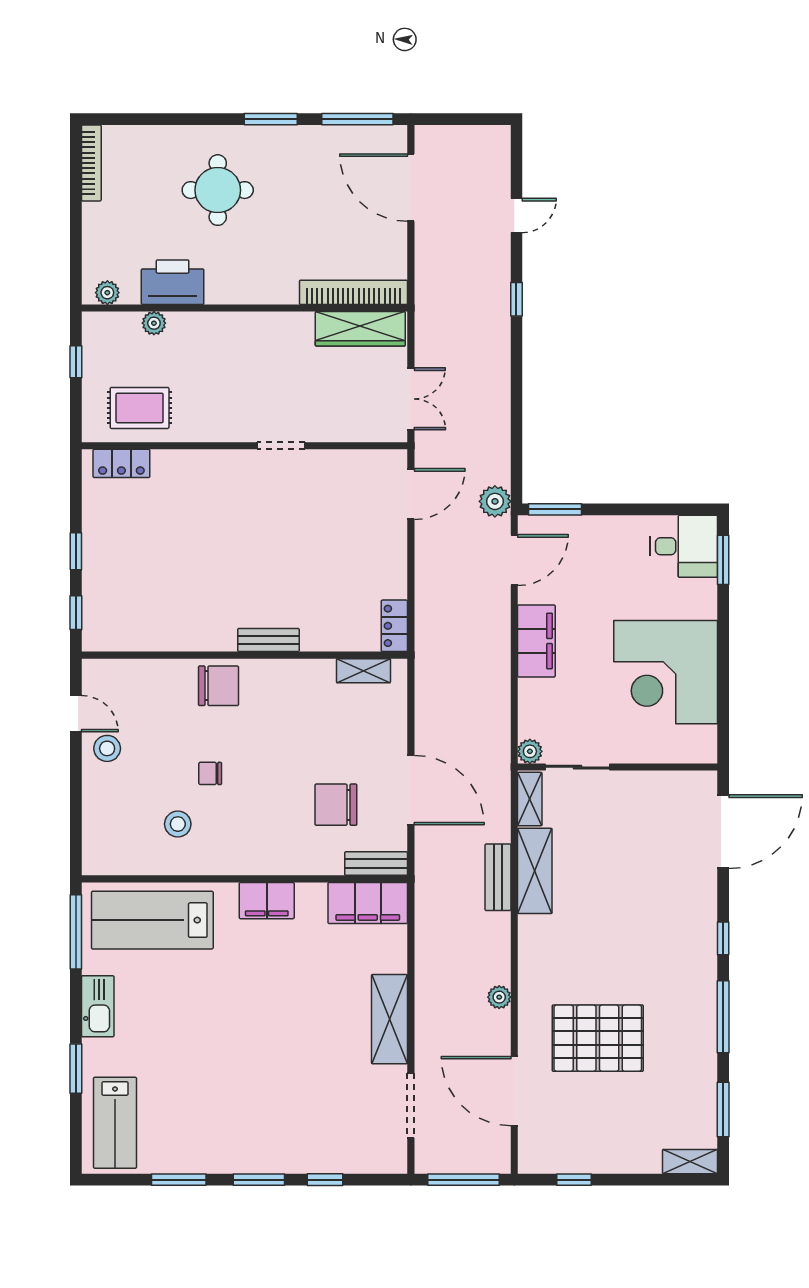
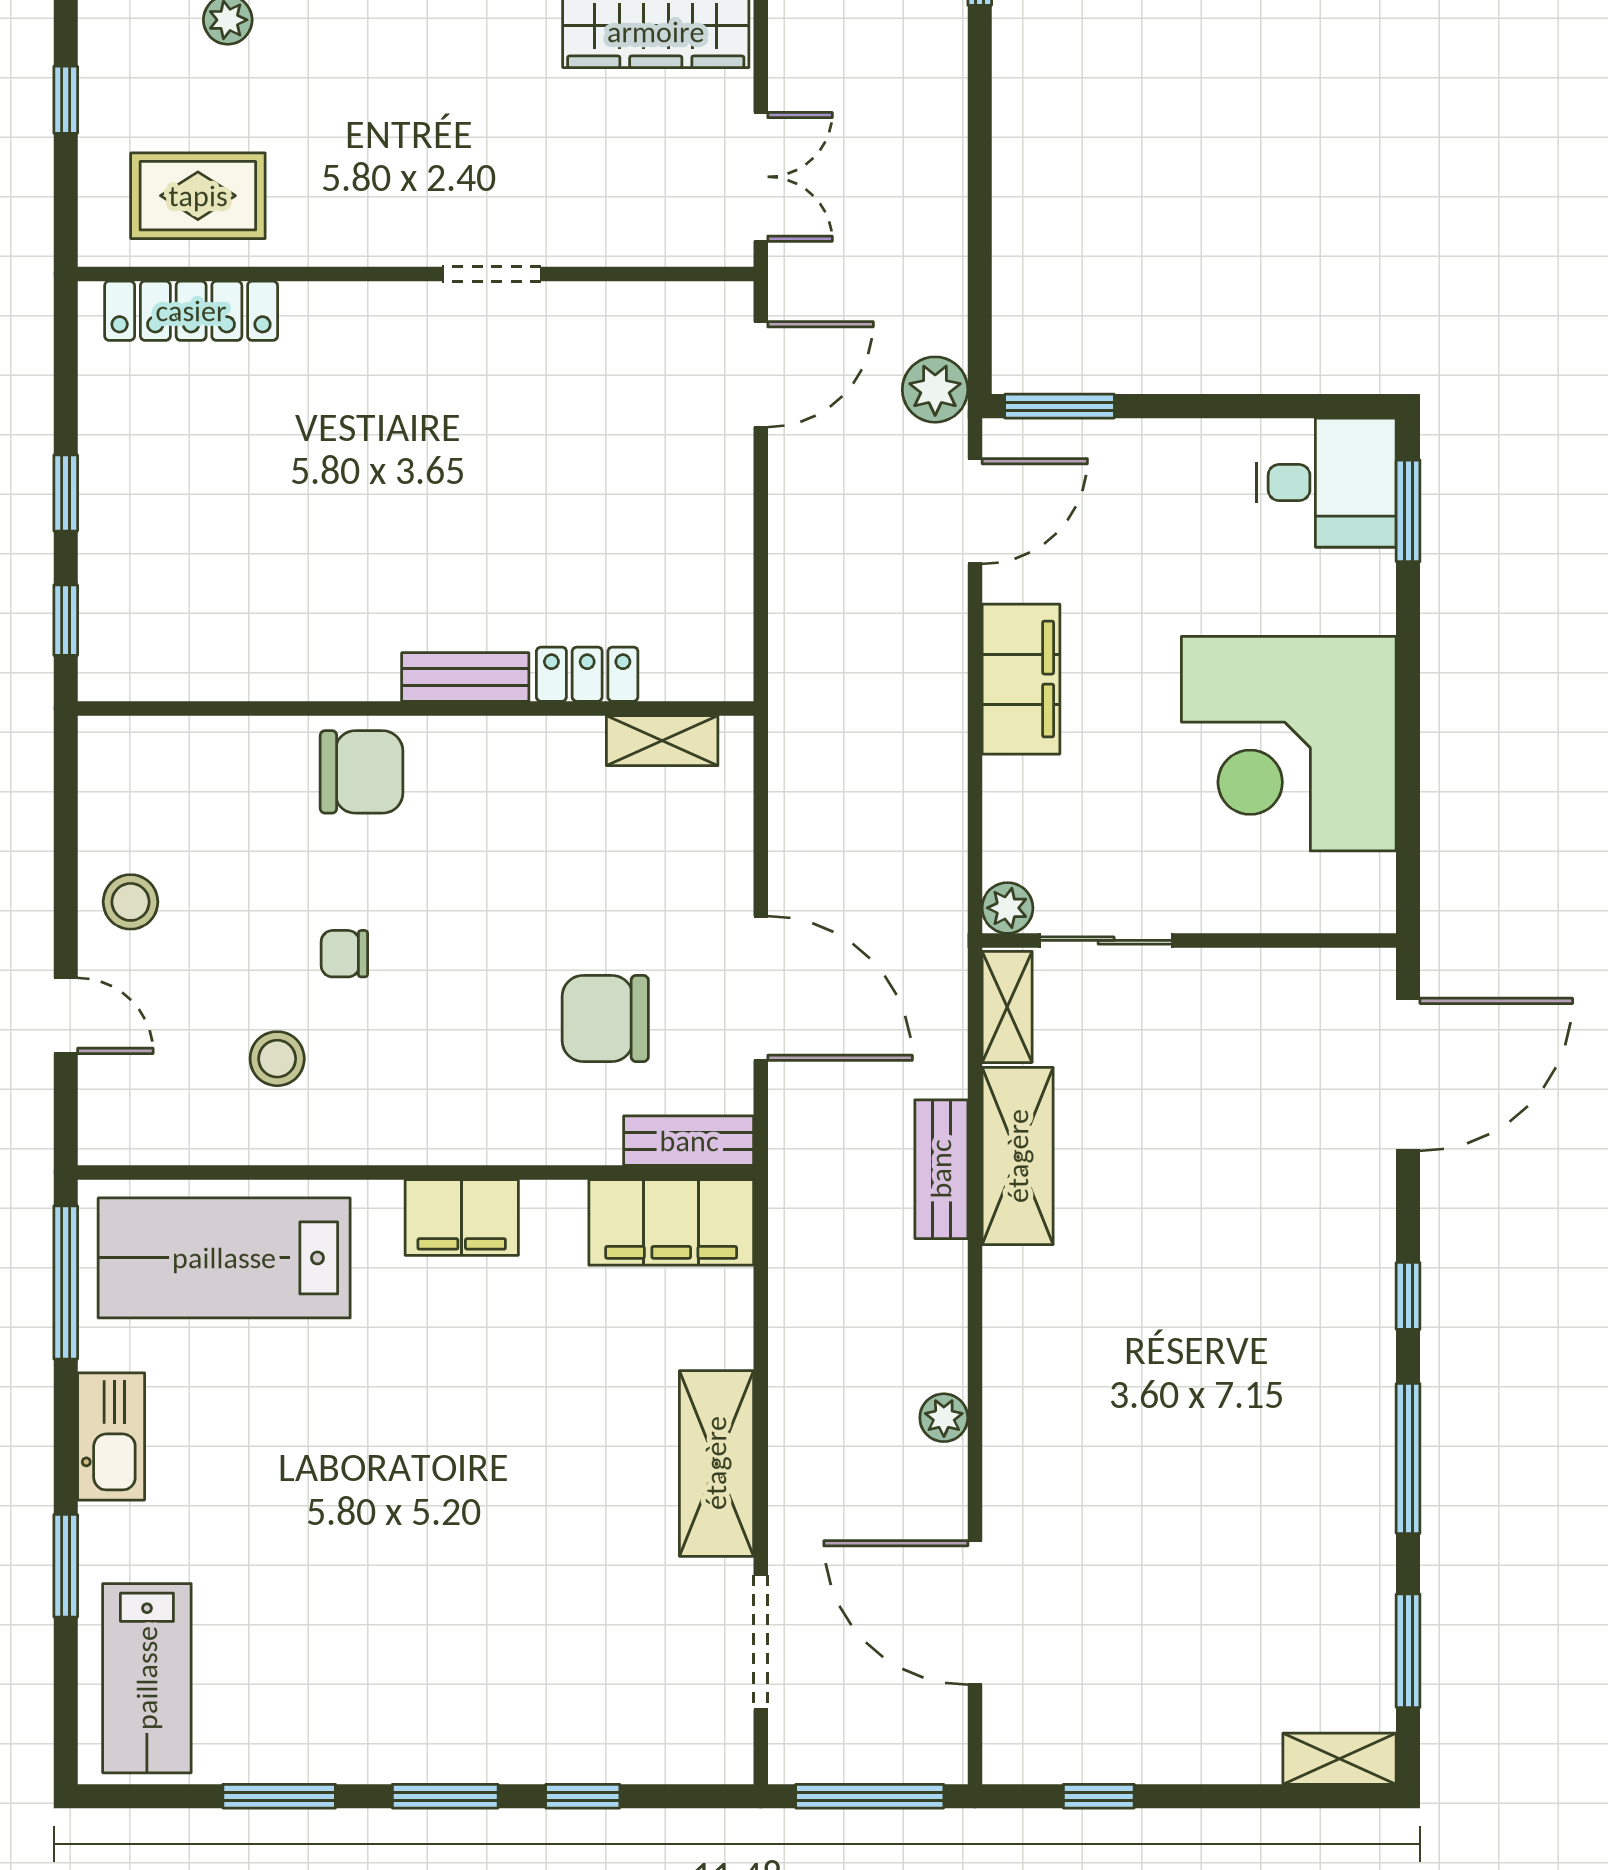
locker: (121, 463) -> (191, 311), width x1.53
locker: (394, 626) -> (587, 674), moved, turned 90
door: (76, 714) -> (66, 1016), moved
pallet: (598, 1038) -> (1148, 1503), removed

